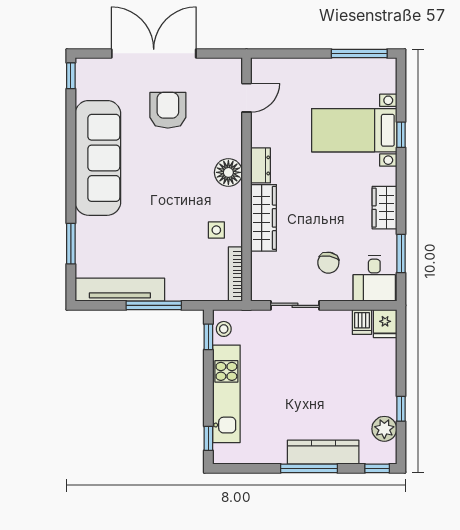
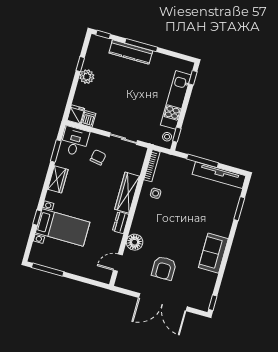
sofa: (98, 158) -> (213, 253), width x0.54, depth x0.79
floor lamp: (228, 172) -> (135, 242), moved
plant: (384, 429) -> (87, 77), moved

